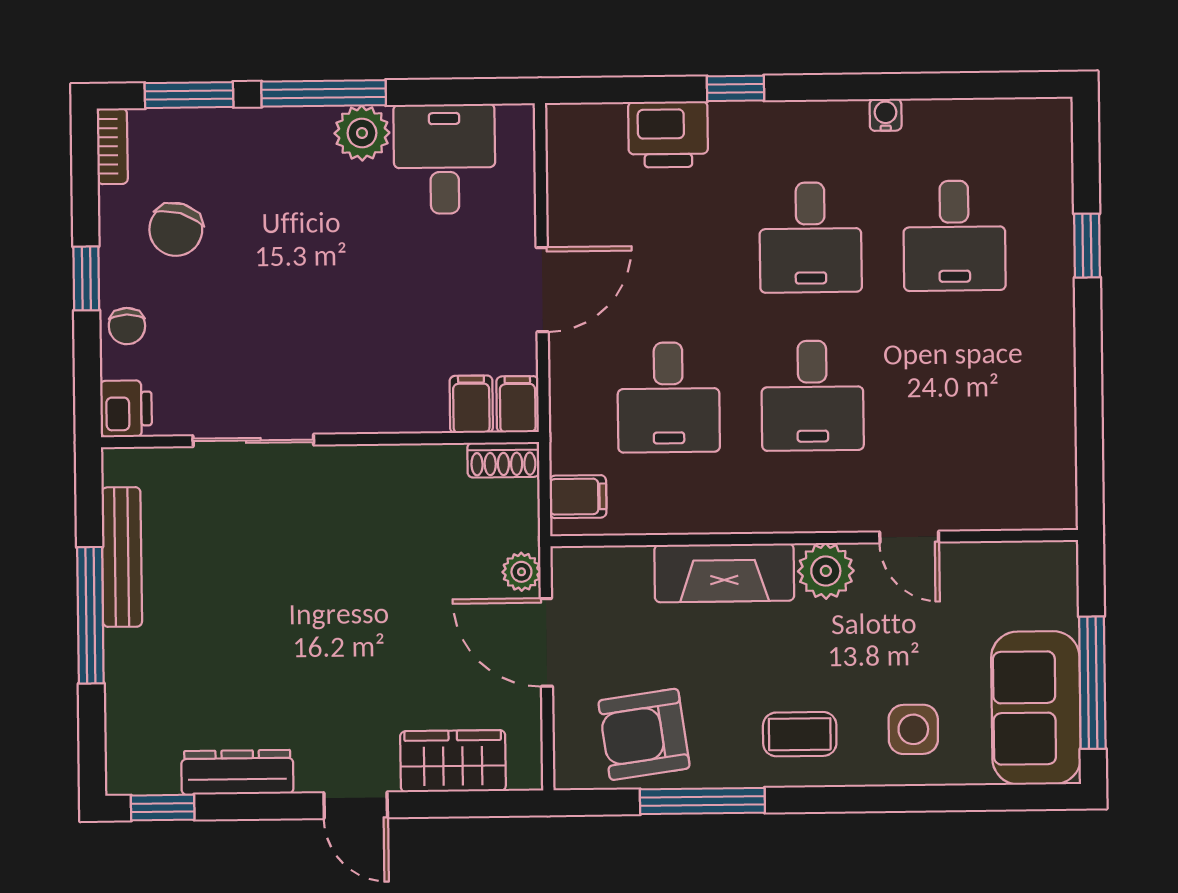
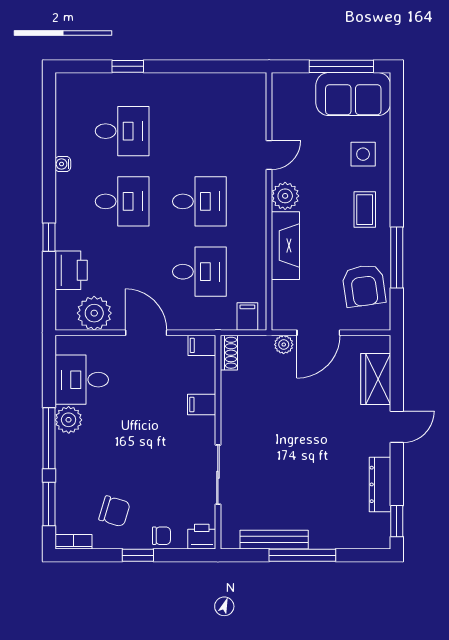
plant: (581, 183) -> (94, 313), added
filing cabinet: (471, 404) -> (202, 405), moved

